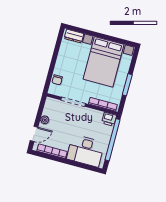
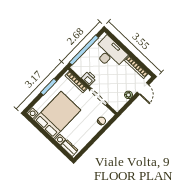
printer: (109, 119) -> (89, 78), moved
door: (34, 134) -> (143, 88), swing flipped

